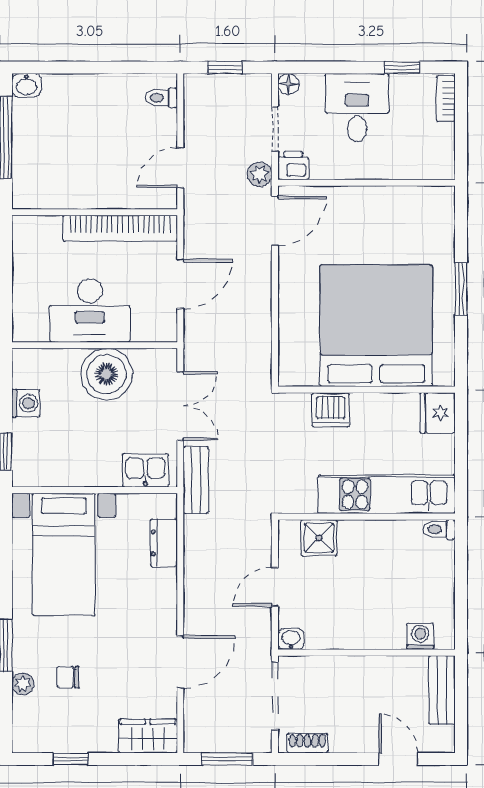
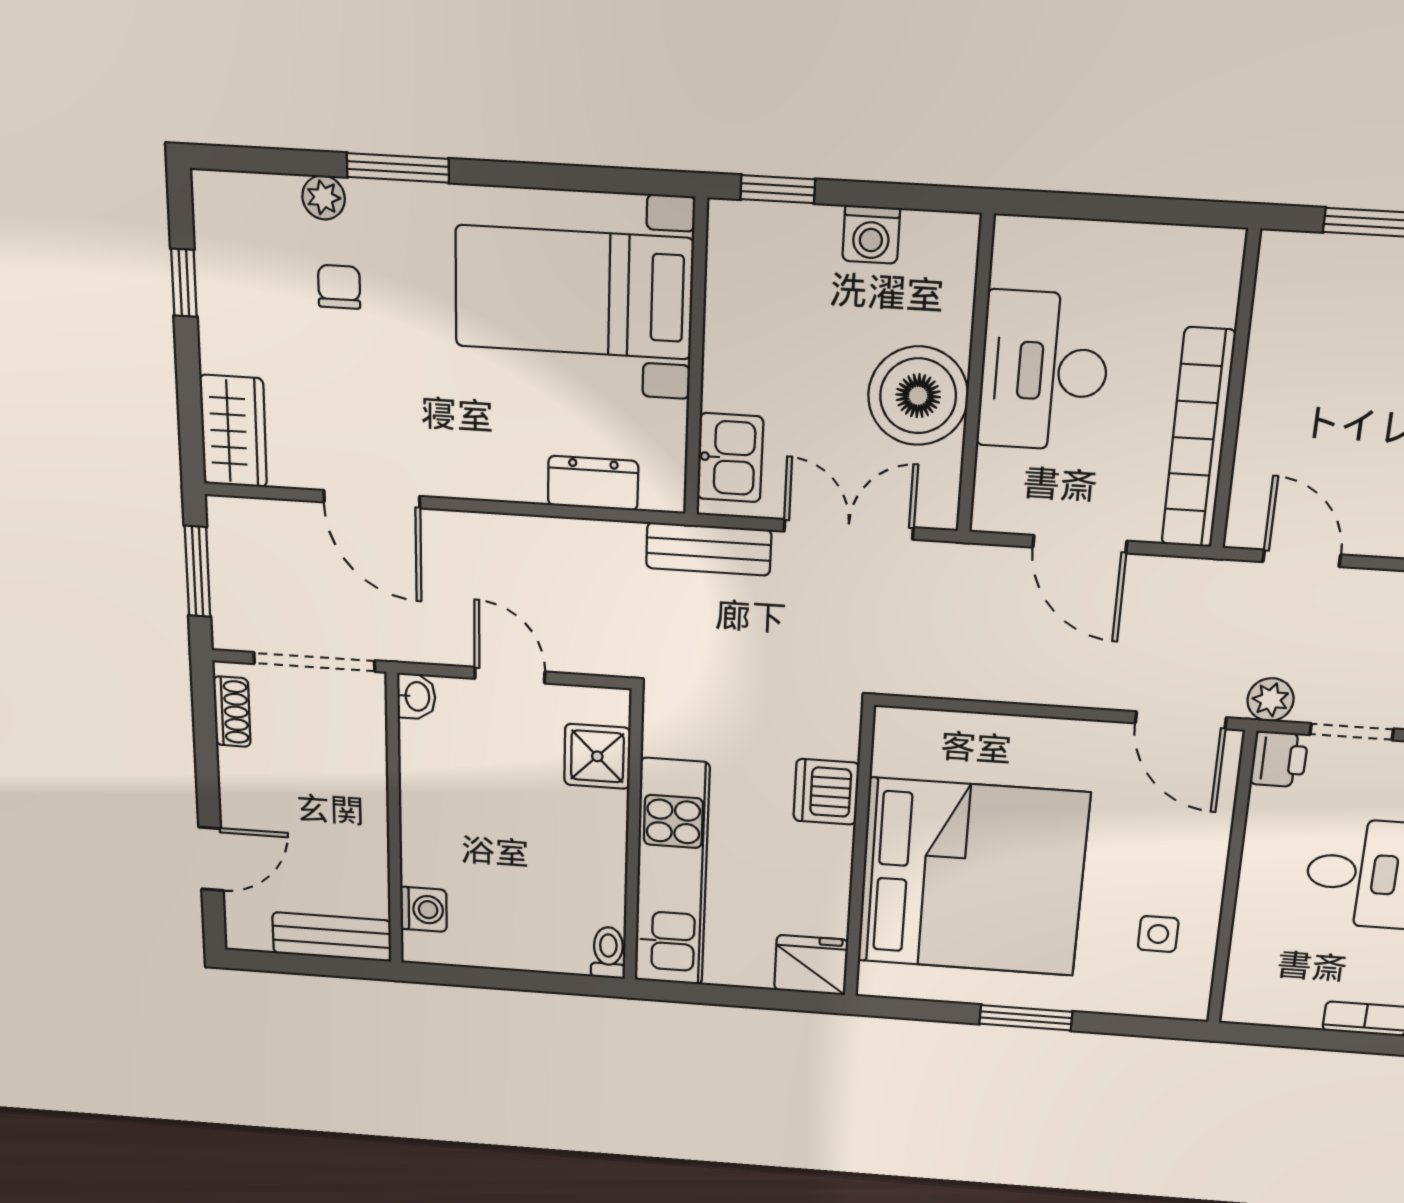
side table: (403, 220) -> (1158, 934), added
double door: (180, 406) -> (849, 529), swing flipped

